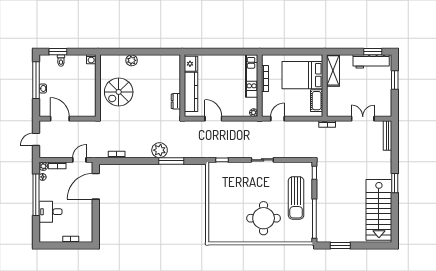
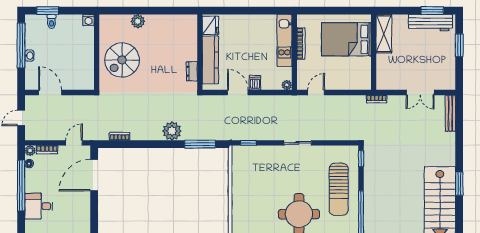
cot: (317, 101) -> (364, 70), removed
dishwasher: (228, 111) -> (255, 83), added
double door: (363, 119) -> (420, 92), swing flipped
window: (171, 161) -> (200, 144), moved
window: (395, 183) -> (459, 184), moved

